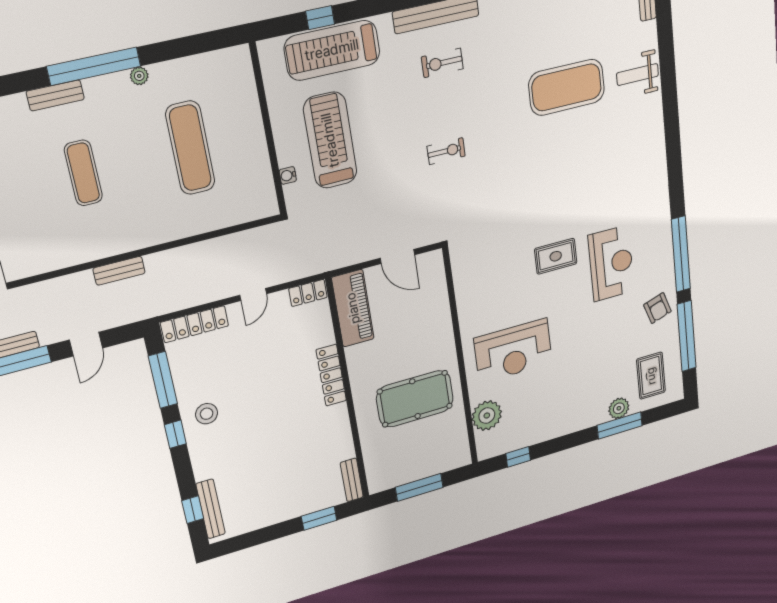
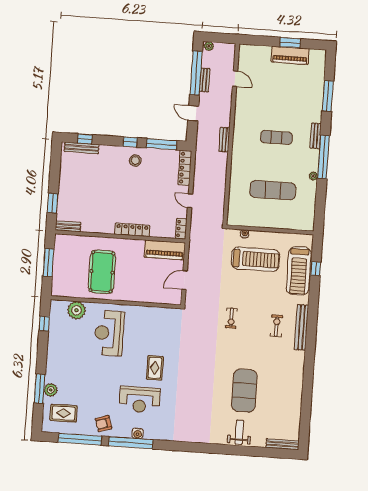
treadmill: (332, 50) -> (299, 271), turned 180
water cooler: (665, 248) -> (138, 433), added

